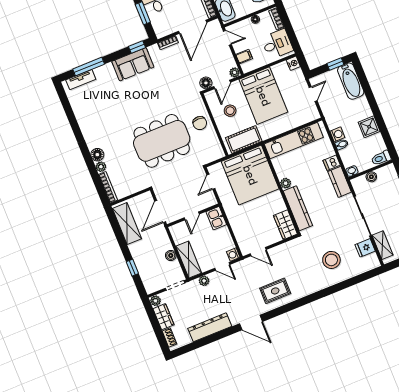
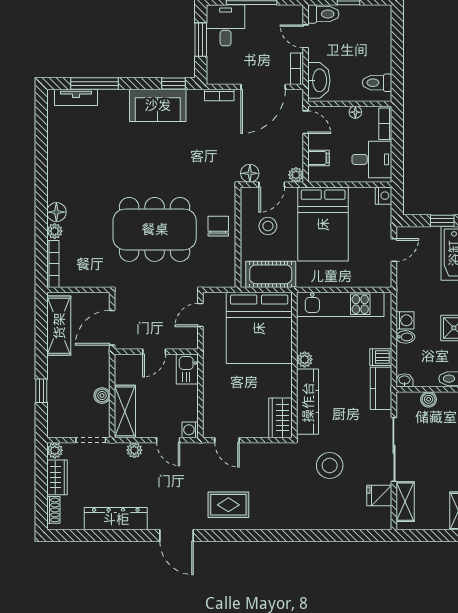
chair: (200, 123) -> (218, 226), turned 180
stool: (331, 260) -> (330, 465), moved

